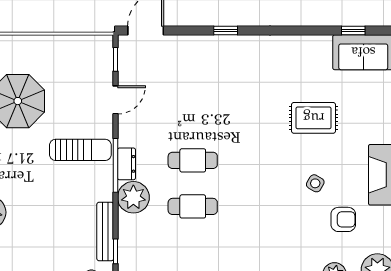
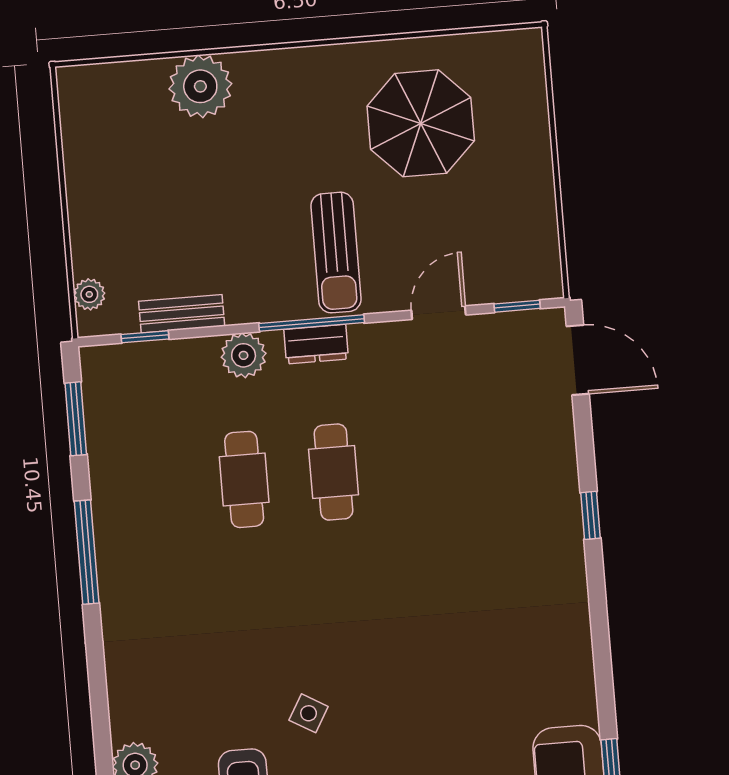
door: (115, 100) -> (439, 313), swing flipped
rug: (314, 118) -> (435, 699), removed
plant: (133, 197) -> (244, 355), width x0.73, depth x0.73
bench: (105, 232) -> (182, 314), width x0.73

